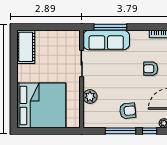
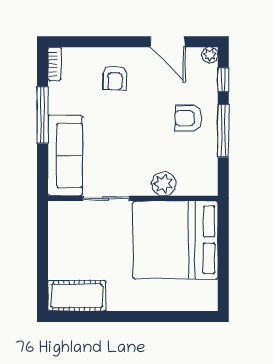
window: (110, 27) -> (43, 115), moved
bed: (41, 105) -> (176, 240), moved, turned -90
armchair: (128, 111) -> (188, 118), turned -84

